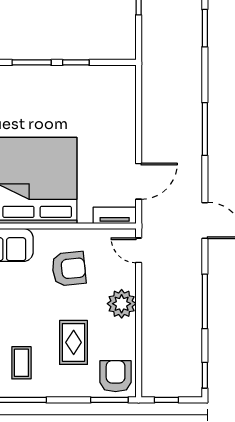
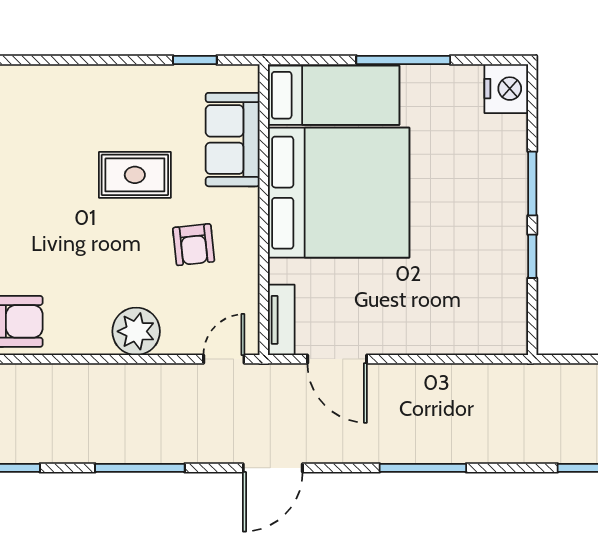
armchair: (69, 269) -> (194, 245), width x0.72, depth x0.72
rug: (74, 342) -> (135, 175), moved
coffee table: (21, 363) -> (39, 167), removed

